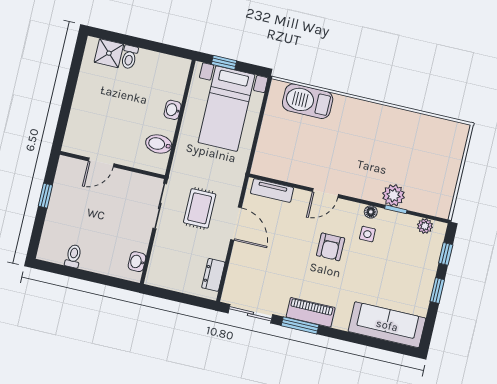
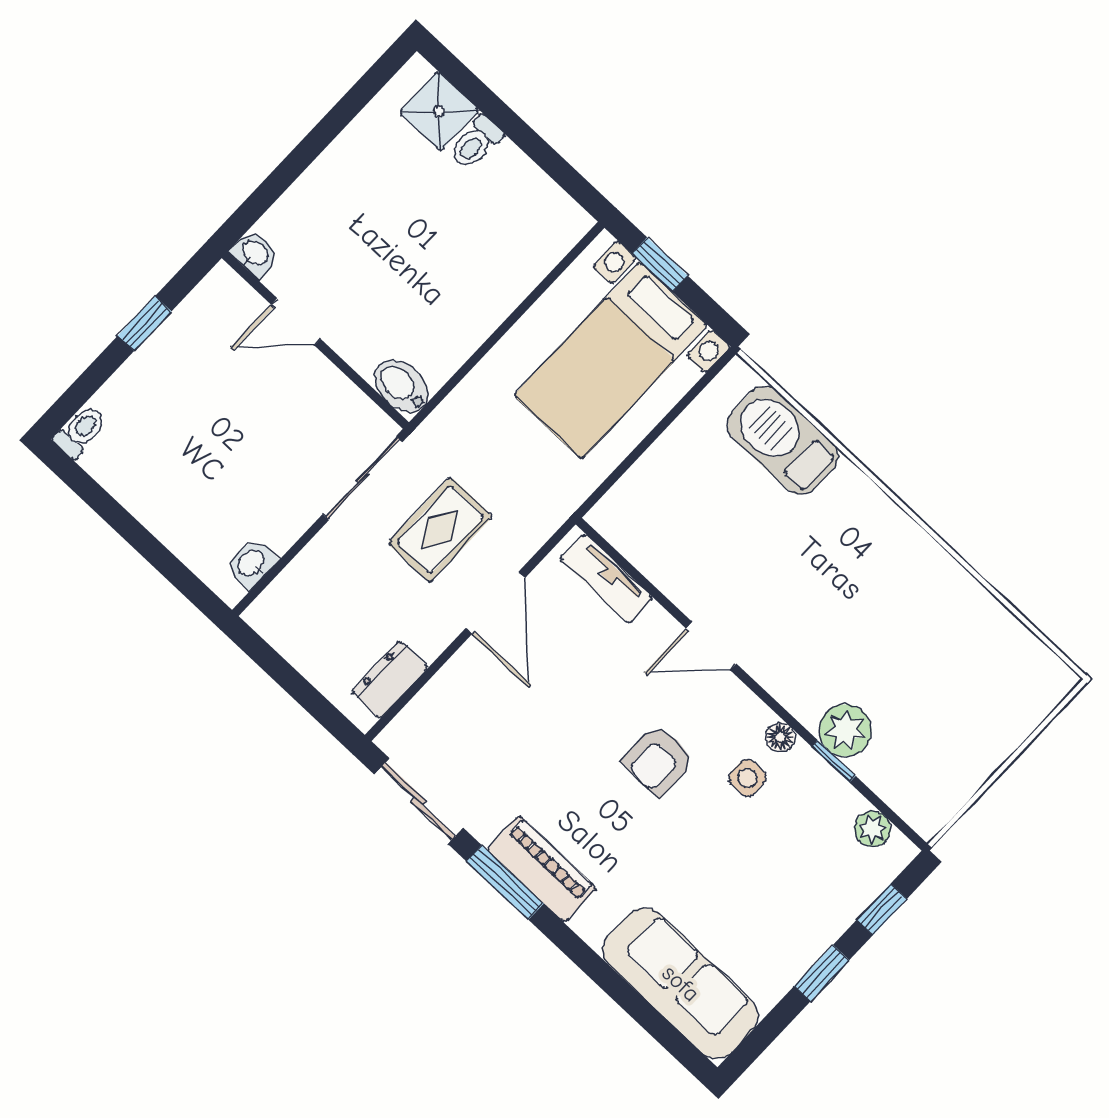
washbasin: (173, 110) -> (255, 254), moved, turned 90
bidet: (159, 144) -> (401, 386), moved
toilet: (73, 256) -> (81, 431), moved

